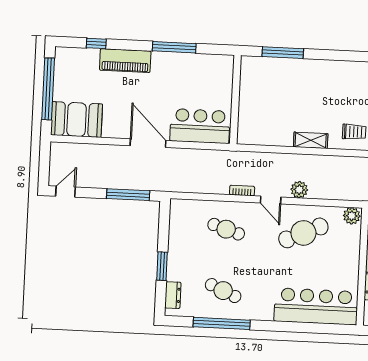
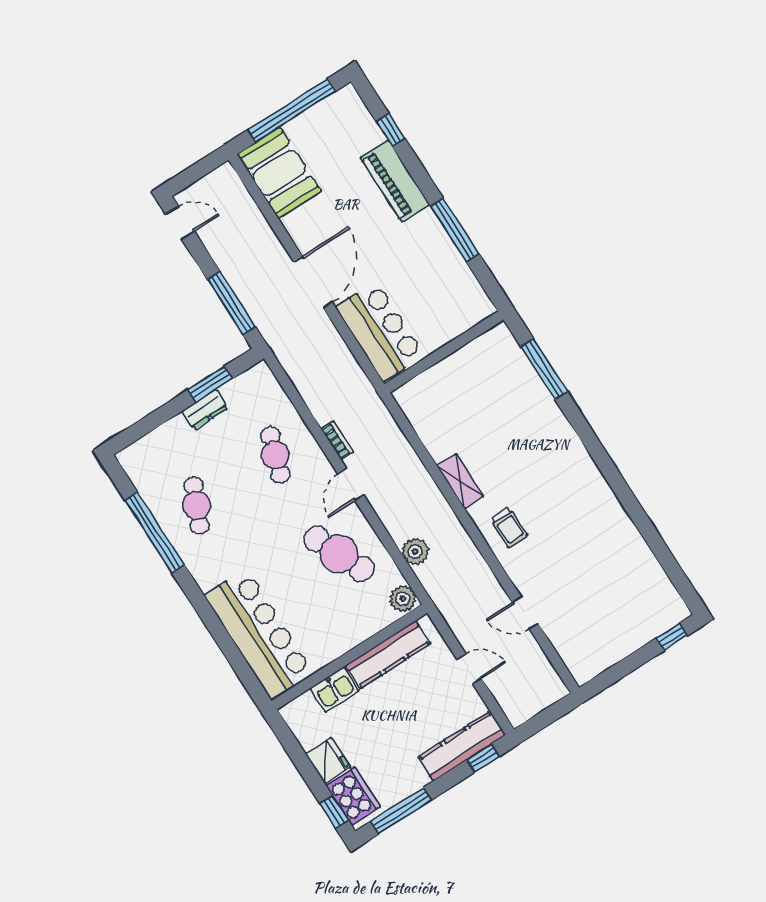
plant: (299, 190) -> (415, 551), moved
window: (162, 266) -> (210, 384), moved
dresser: (173, 295) -> (205, 410), moved

